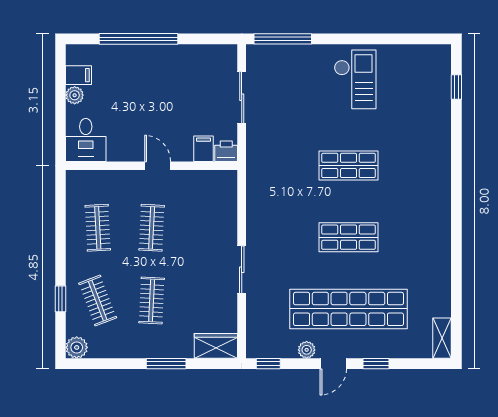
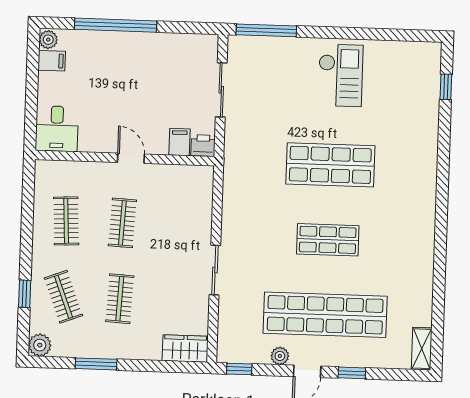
plant: (75, 95) -> (48, 40), moved
shop shelf: (348, 165) -> (330, 165), width x1.43, depth x1.36
window: (166, 364) -> (96, 364), moved

